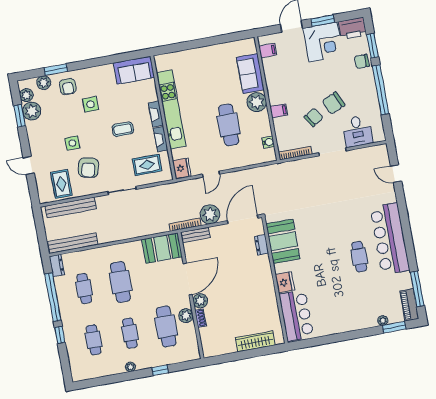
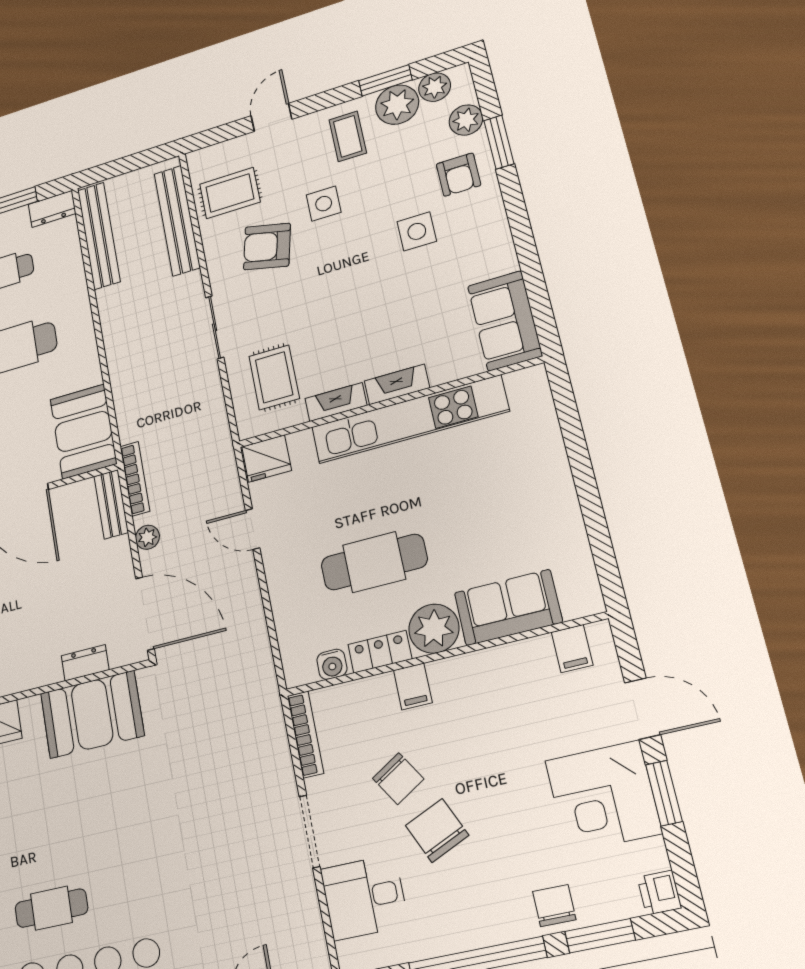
printer: (352, 28) -> (659, 893), width x0.53, depth x0.68
armchair: (68, 87) -> (458, 175), turned -90
locker: (264, 123) -> (380, 652), added
coffee table: (123, 129) -> (348, 136), moved
plant: (210, 214) -> (147, 537), width x0.53, depth x0.53

